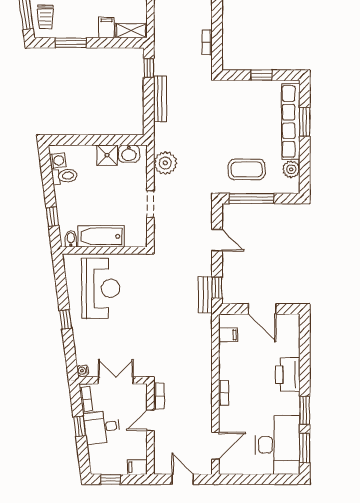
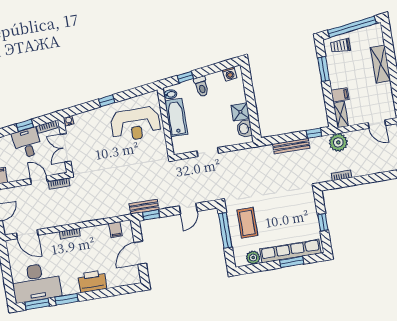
plant: (165, 163) -> (338, 142), moved
toilet: (65, 176) -> (201, 86), moved
double door: (116, 380) -> (66, 148), swing flipped

